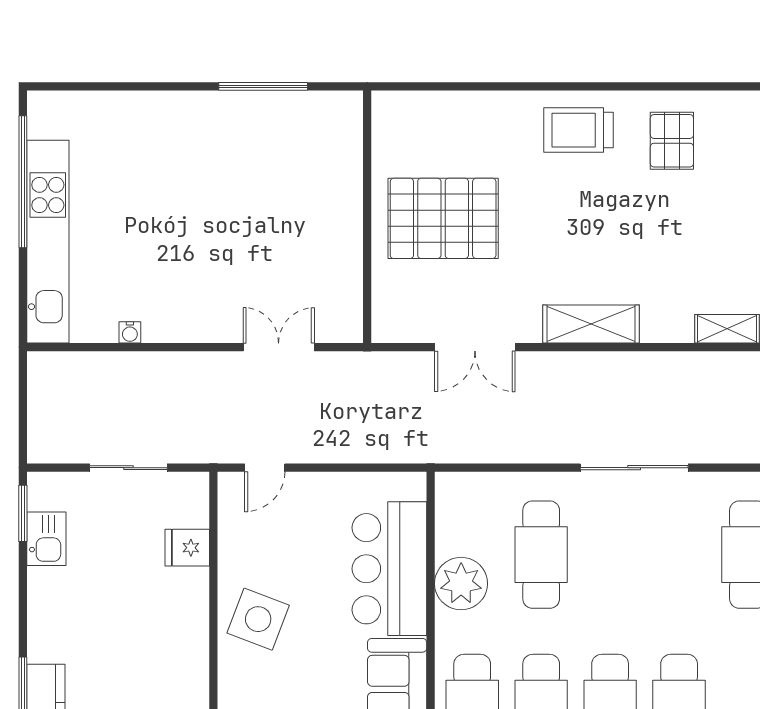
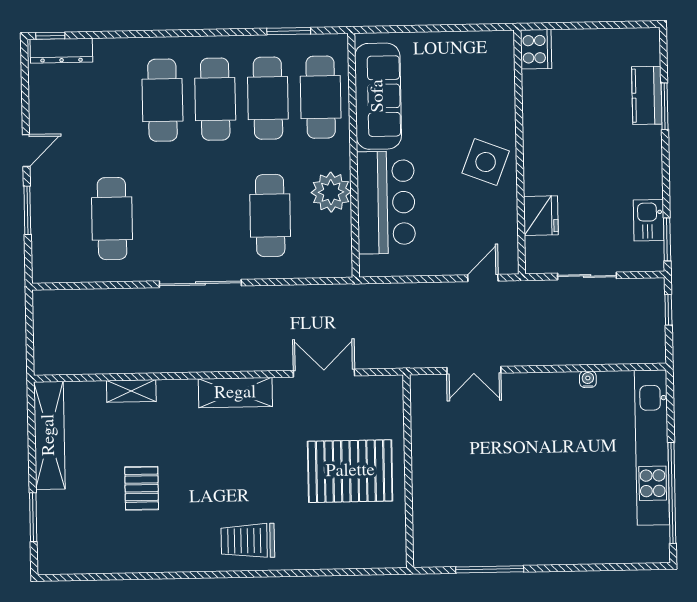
trolley: (578, 130) -> (248, 541), turned 180
pallet: (672, 141) -> (142, 488), moved
window: (23, 421) -> (668, 310), added
fridge: (187, 548) -> (541, 216), width x1.38

